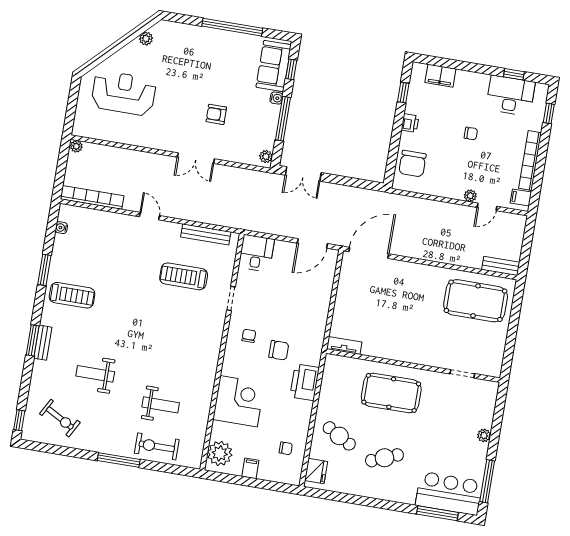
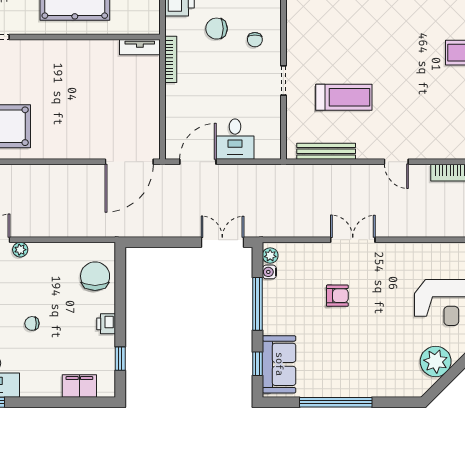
plant: (146, 39) -> (436, 361), width x1.88, depth x1.88
water cooler: (276, 98) -> (269, 272), moved
desk: (256, 253) -> (235, 139), moved
bookcase: (321, 331) -> (171, 59), added

